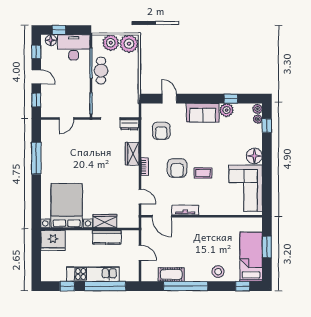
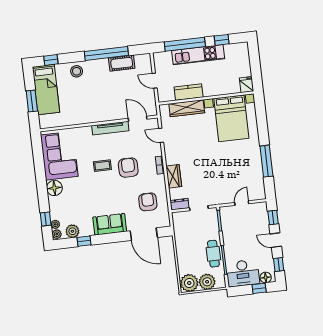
door: (169, 99) -> (144, 234), width x1.87
plant: (227, 110) -> (72, 231), moved
tv unit: (185, 210) -> (110, 128), width x1.41
wardrobe: (105, 221) -> (187, 108), width x1.50
fridge: (53, 240) -> (247, 85), width x0.53, depth x0.75

